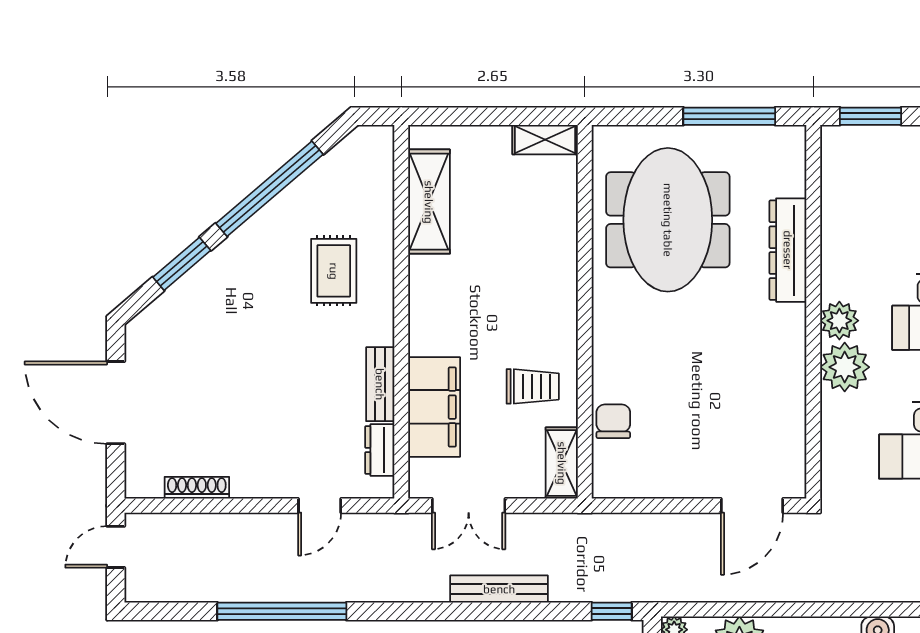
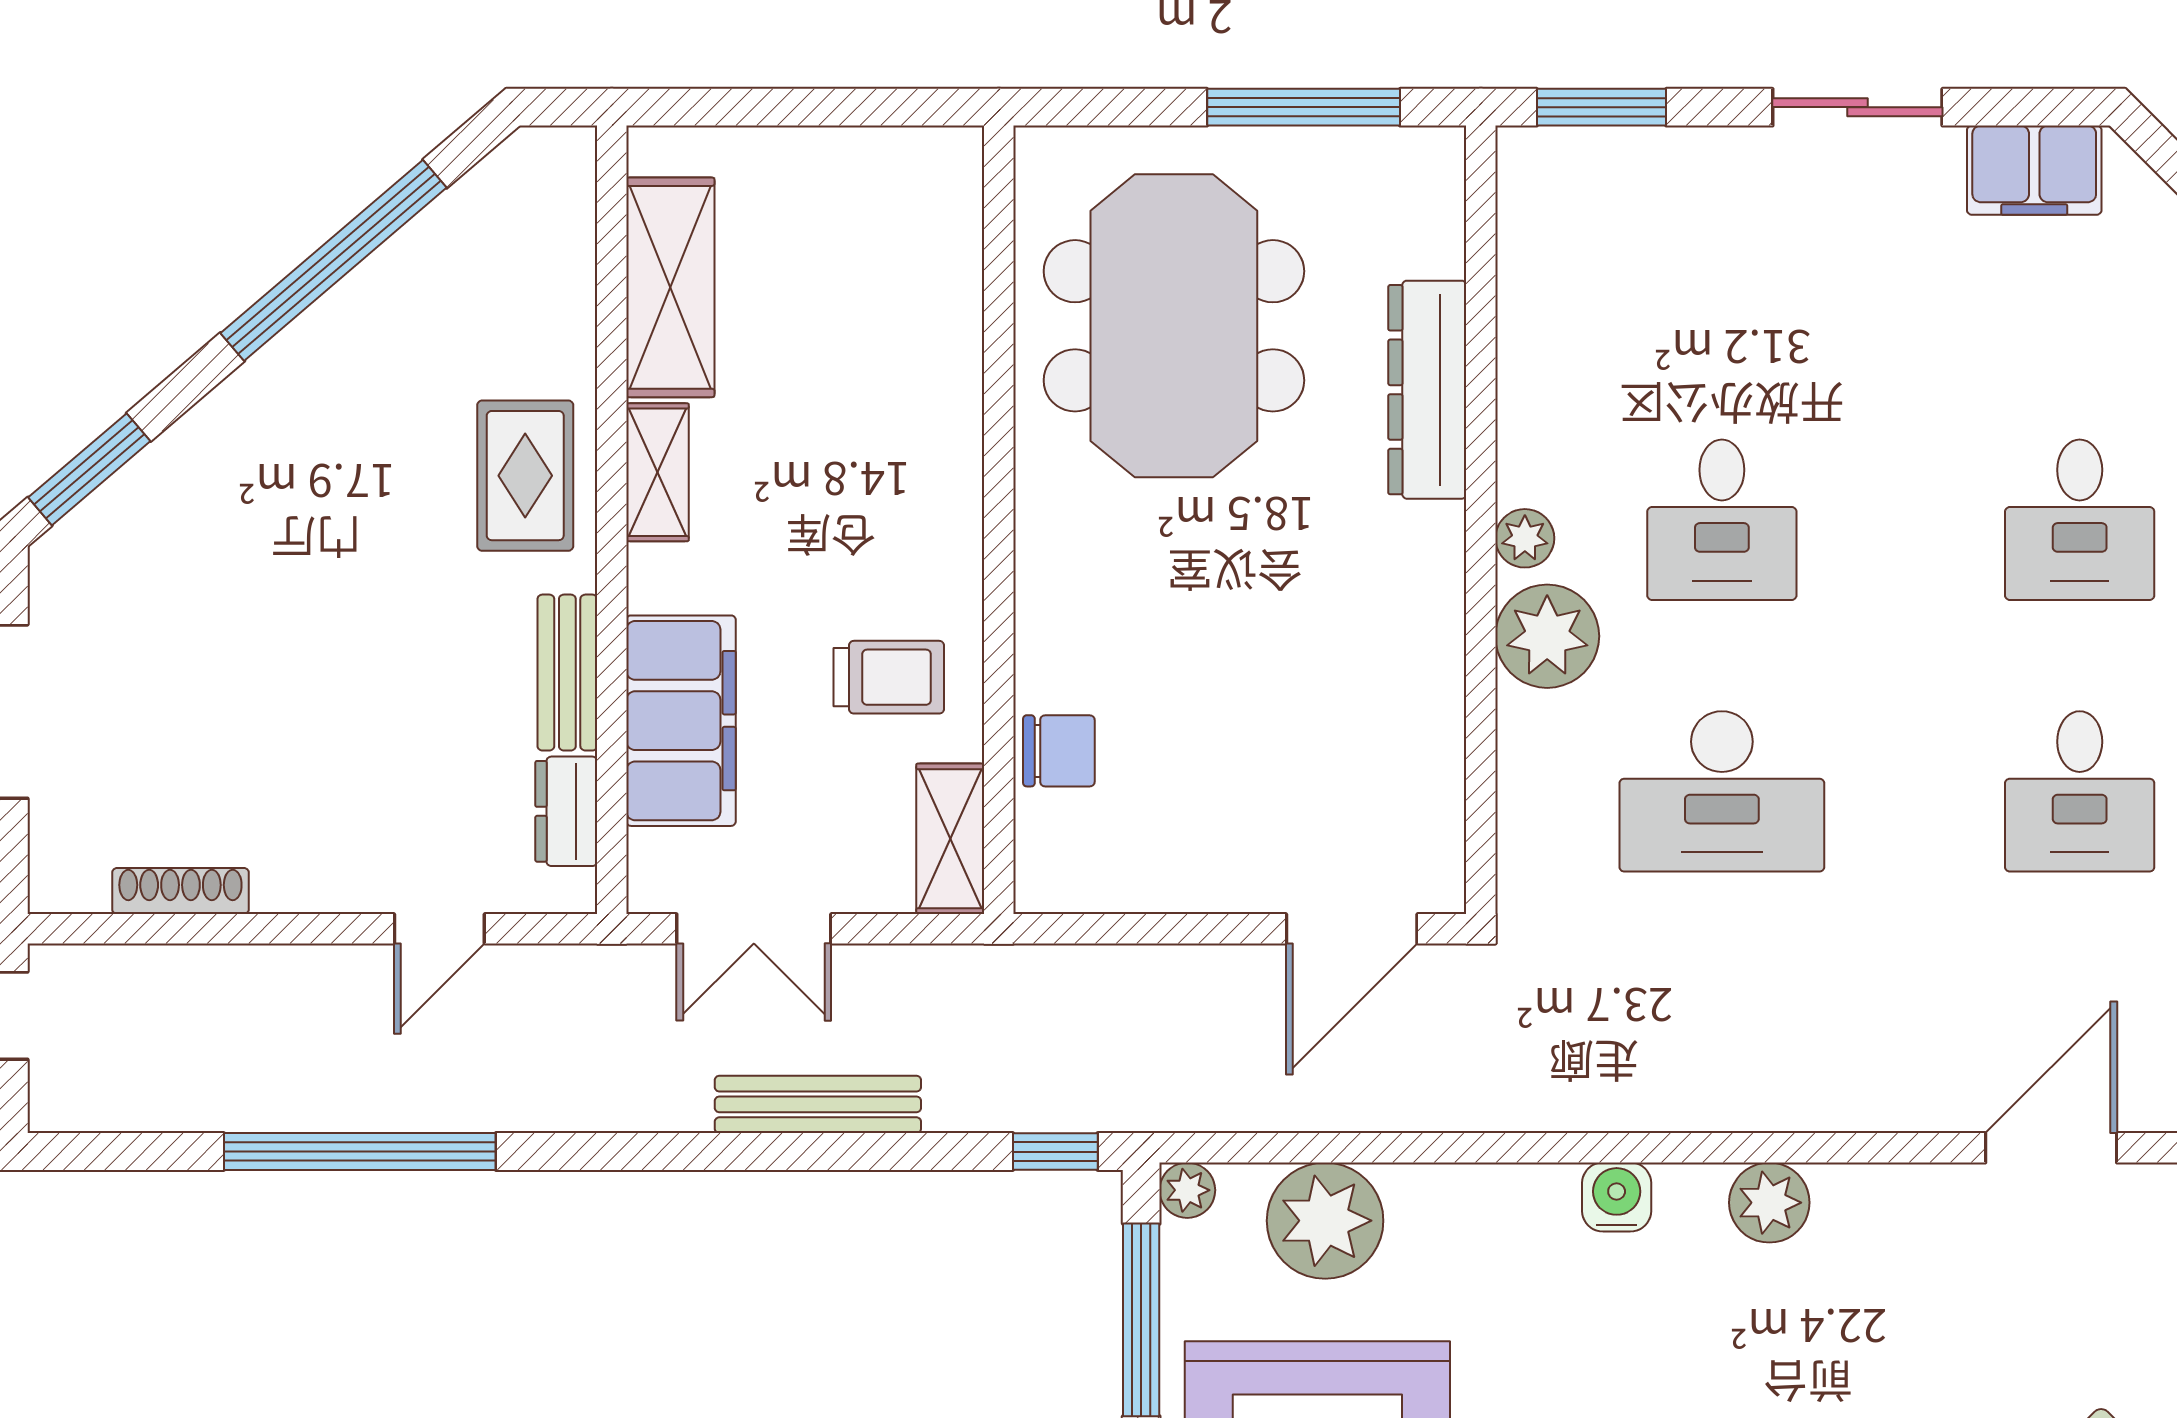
shelving: (545, 140) -> (657, 472), moved, turned 90
window: (182, 264) -> (89, 469), moved
rug: (334, 271) -> (525, 476), moved
plant: (839, 321) -> (1525, 538), width x0.73, depth x0.73
chair: (613, 421) -> (1059, 751), turned 90

